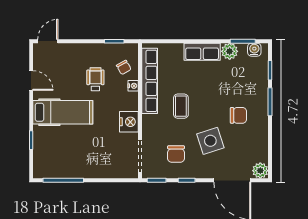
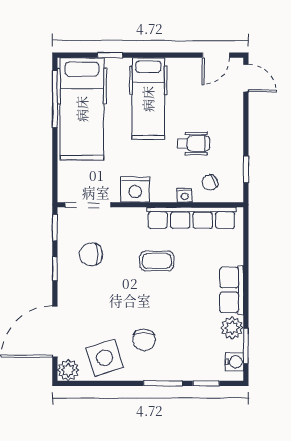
door: (31, 81) -> (216, 55), moved
side table: (210, 141) -> (105, 358), moved
hospital bed: (70, 161) -> (82, 109), added

